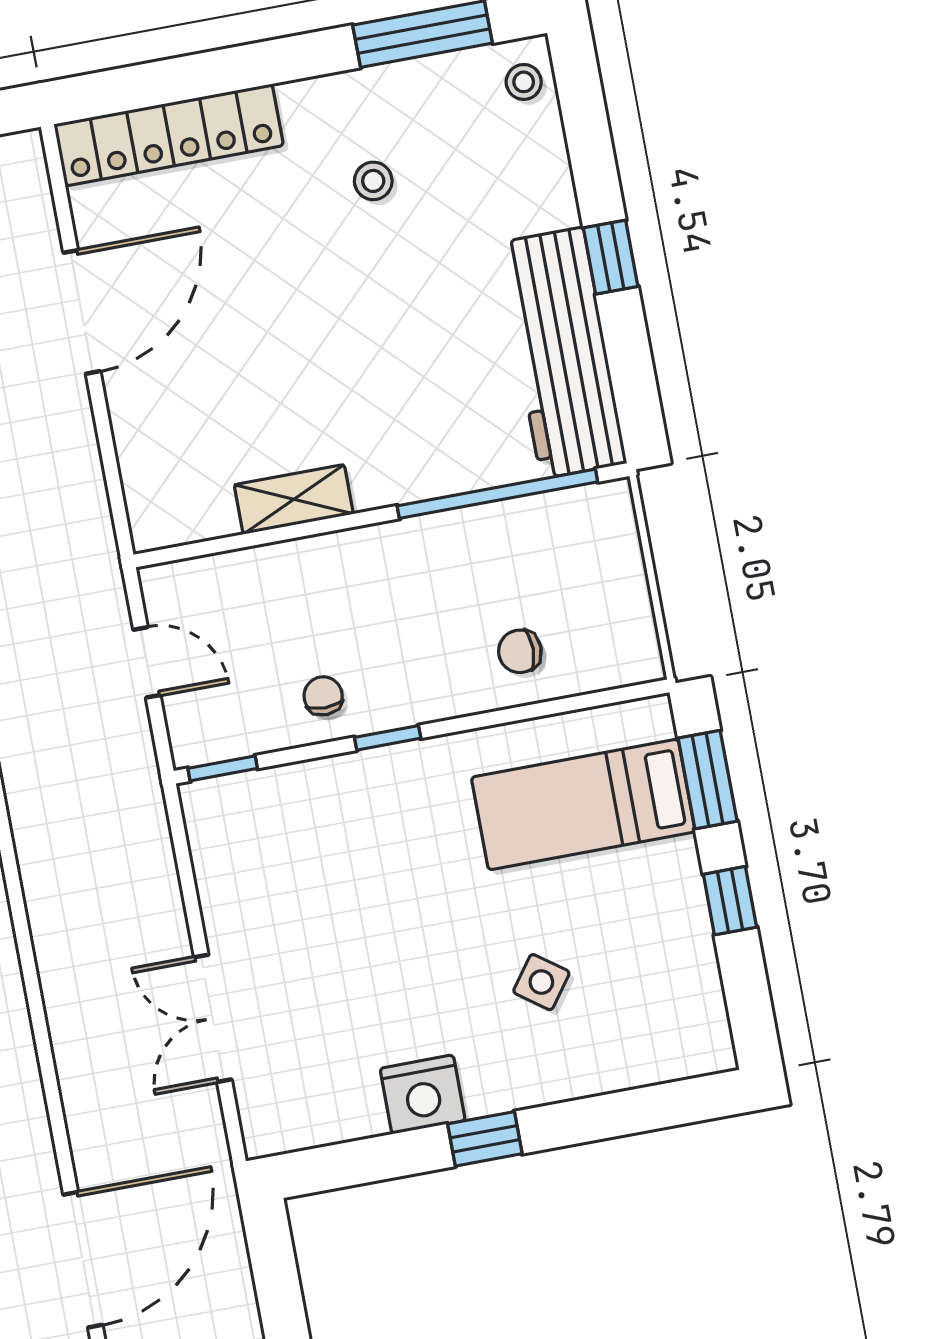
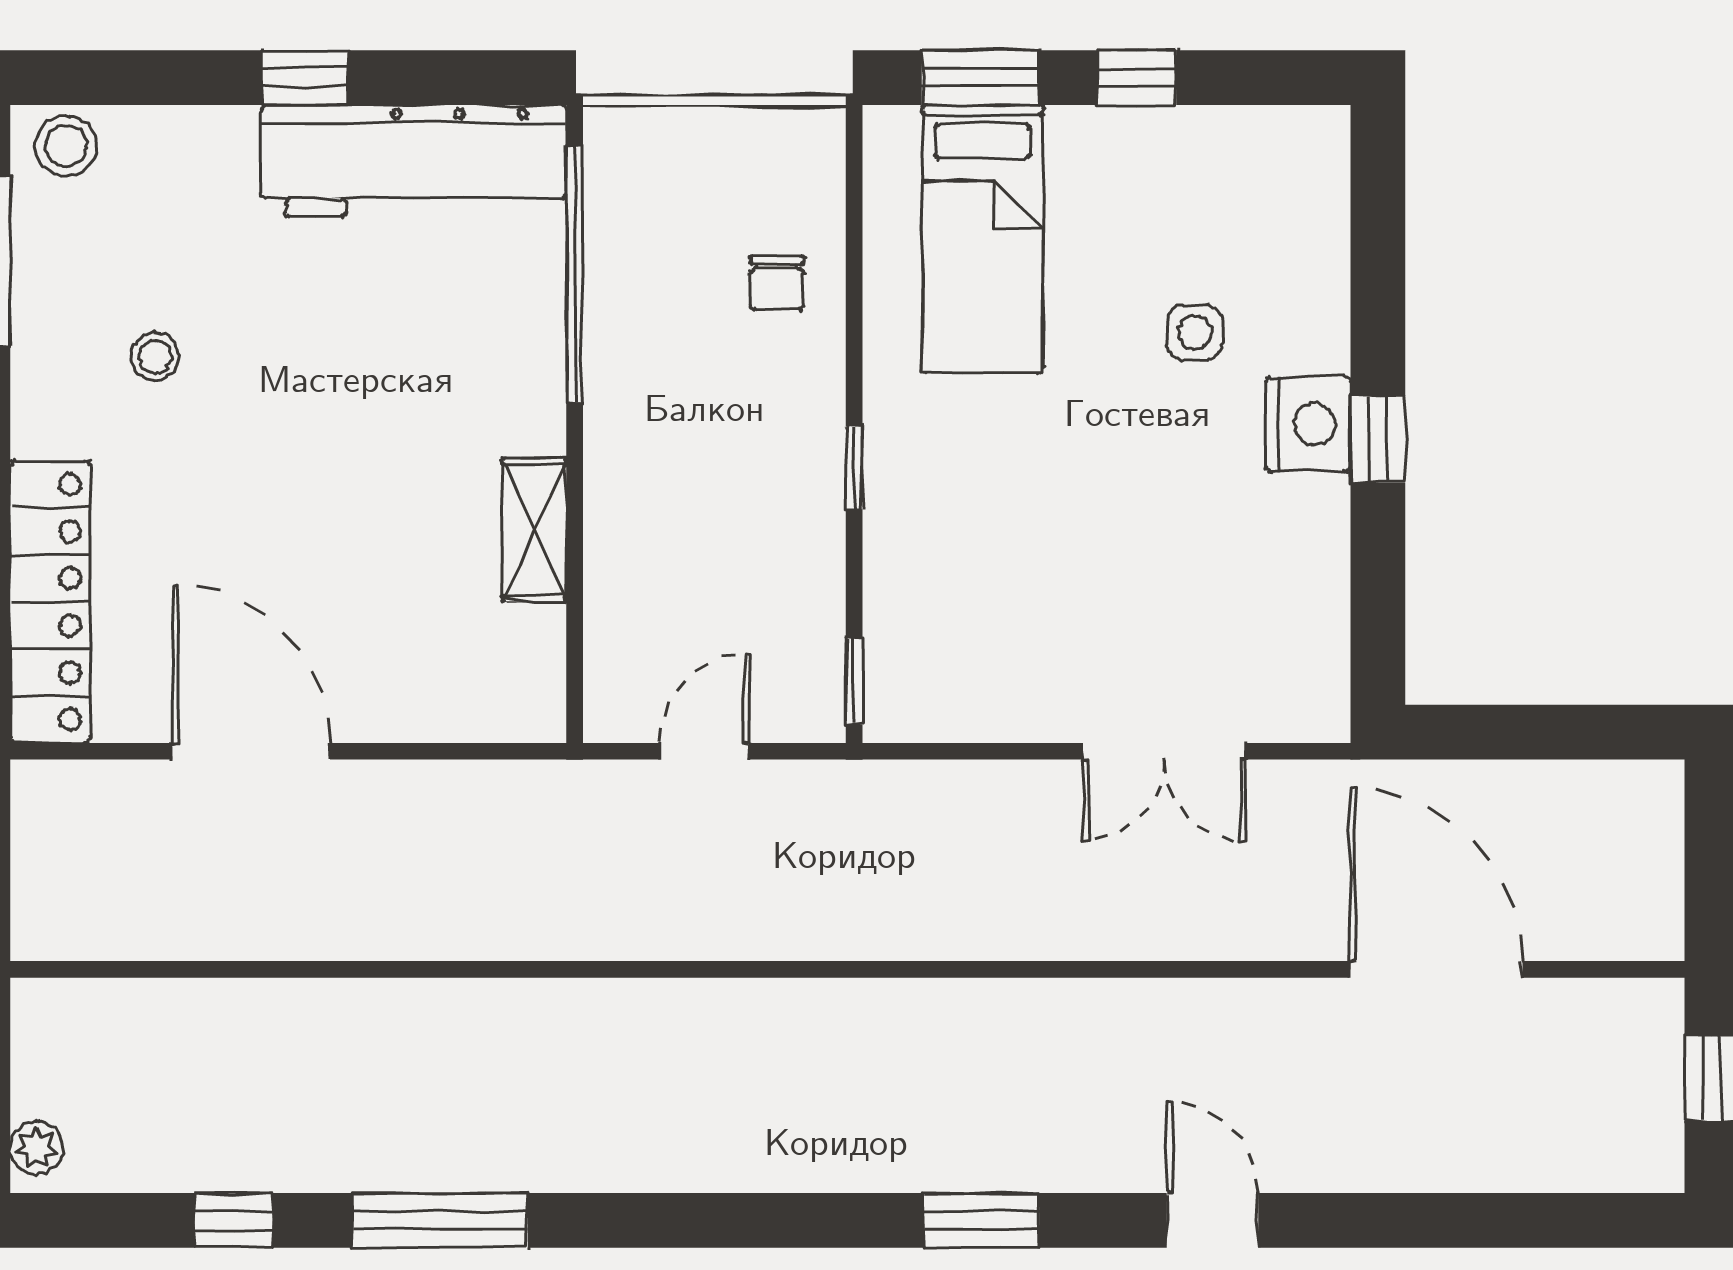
stool: (524, 82) -> (66, 146), width x1.37, depth x1.37
chair: (323, 696) -> (787, 539), removed
side table: (541, 982) -> (1195, 332), turned -36
nightstand: (423, 1094) -> (1308, 424), moved

